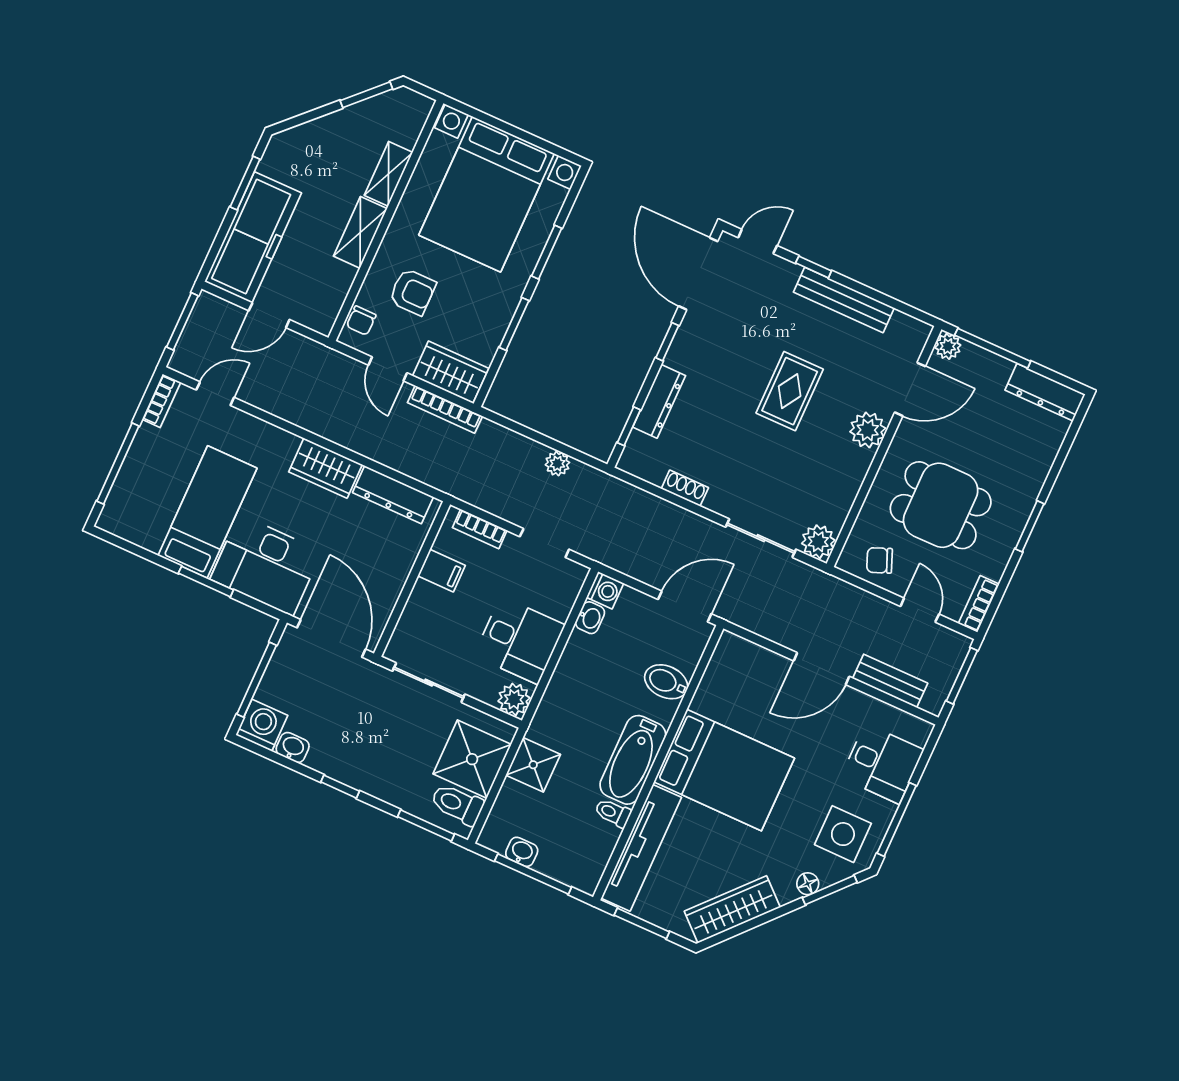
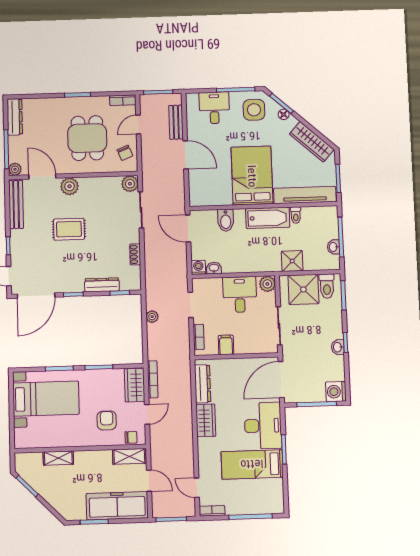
bed with nightstands: (487, 194) -> (46, 399), width x0.73
shelving: (360, 232) -> (129, 456), moved
bench: (844, 300) -> (16, 204), moved
washbasin: (293, 748) -> (338, 347), moved

